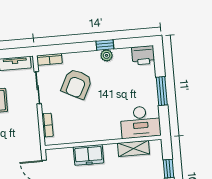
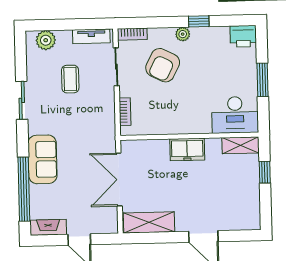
plant: (107, 55) -> (183, 34), moved
shelving: (133, 148) -> (241, 145), moved
freezer: (88, 155) -> (187, 149), moved

